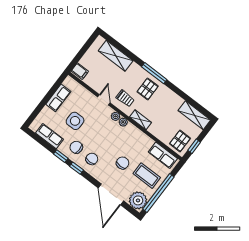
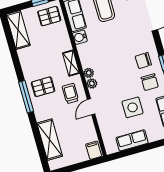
water cooler: (148, 142) -> (80, 37), added
chair: (123, 163) -> (118, 35), removed

